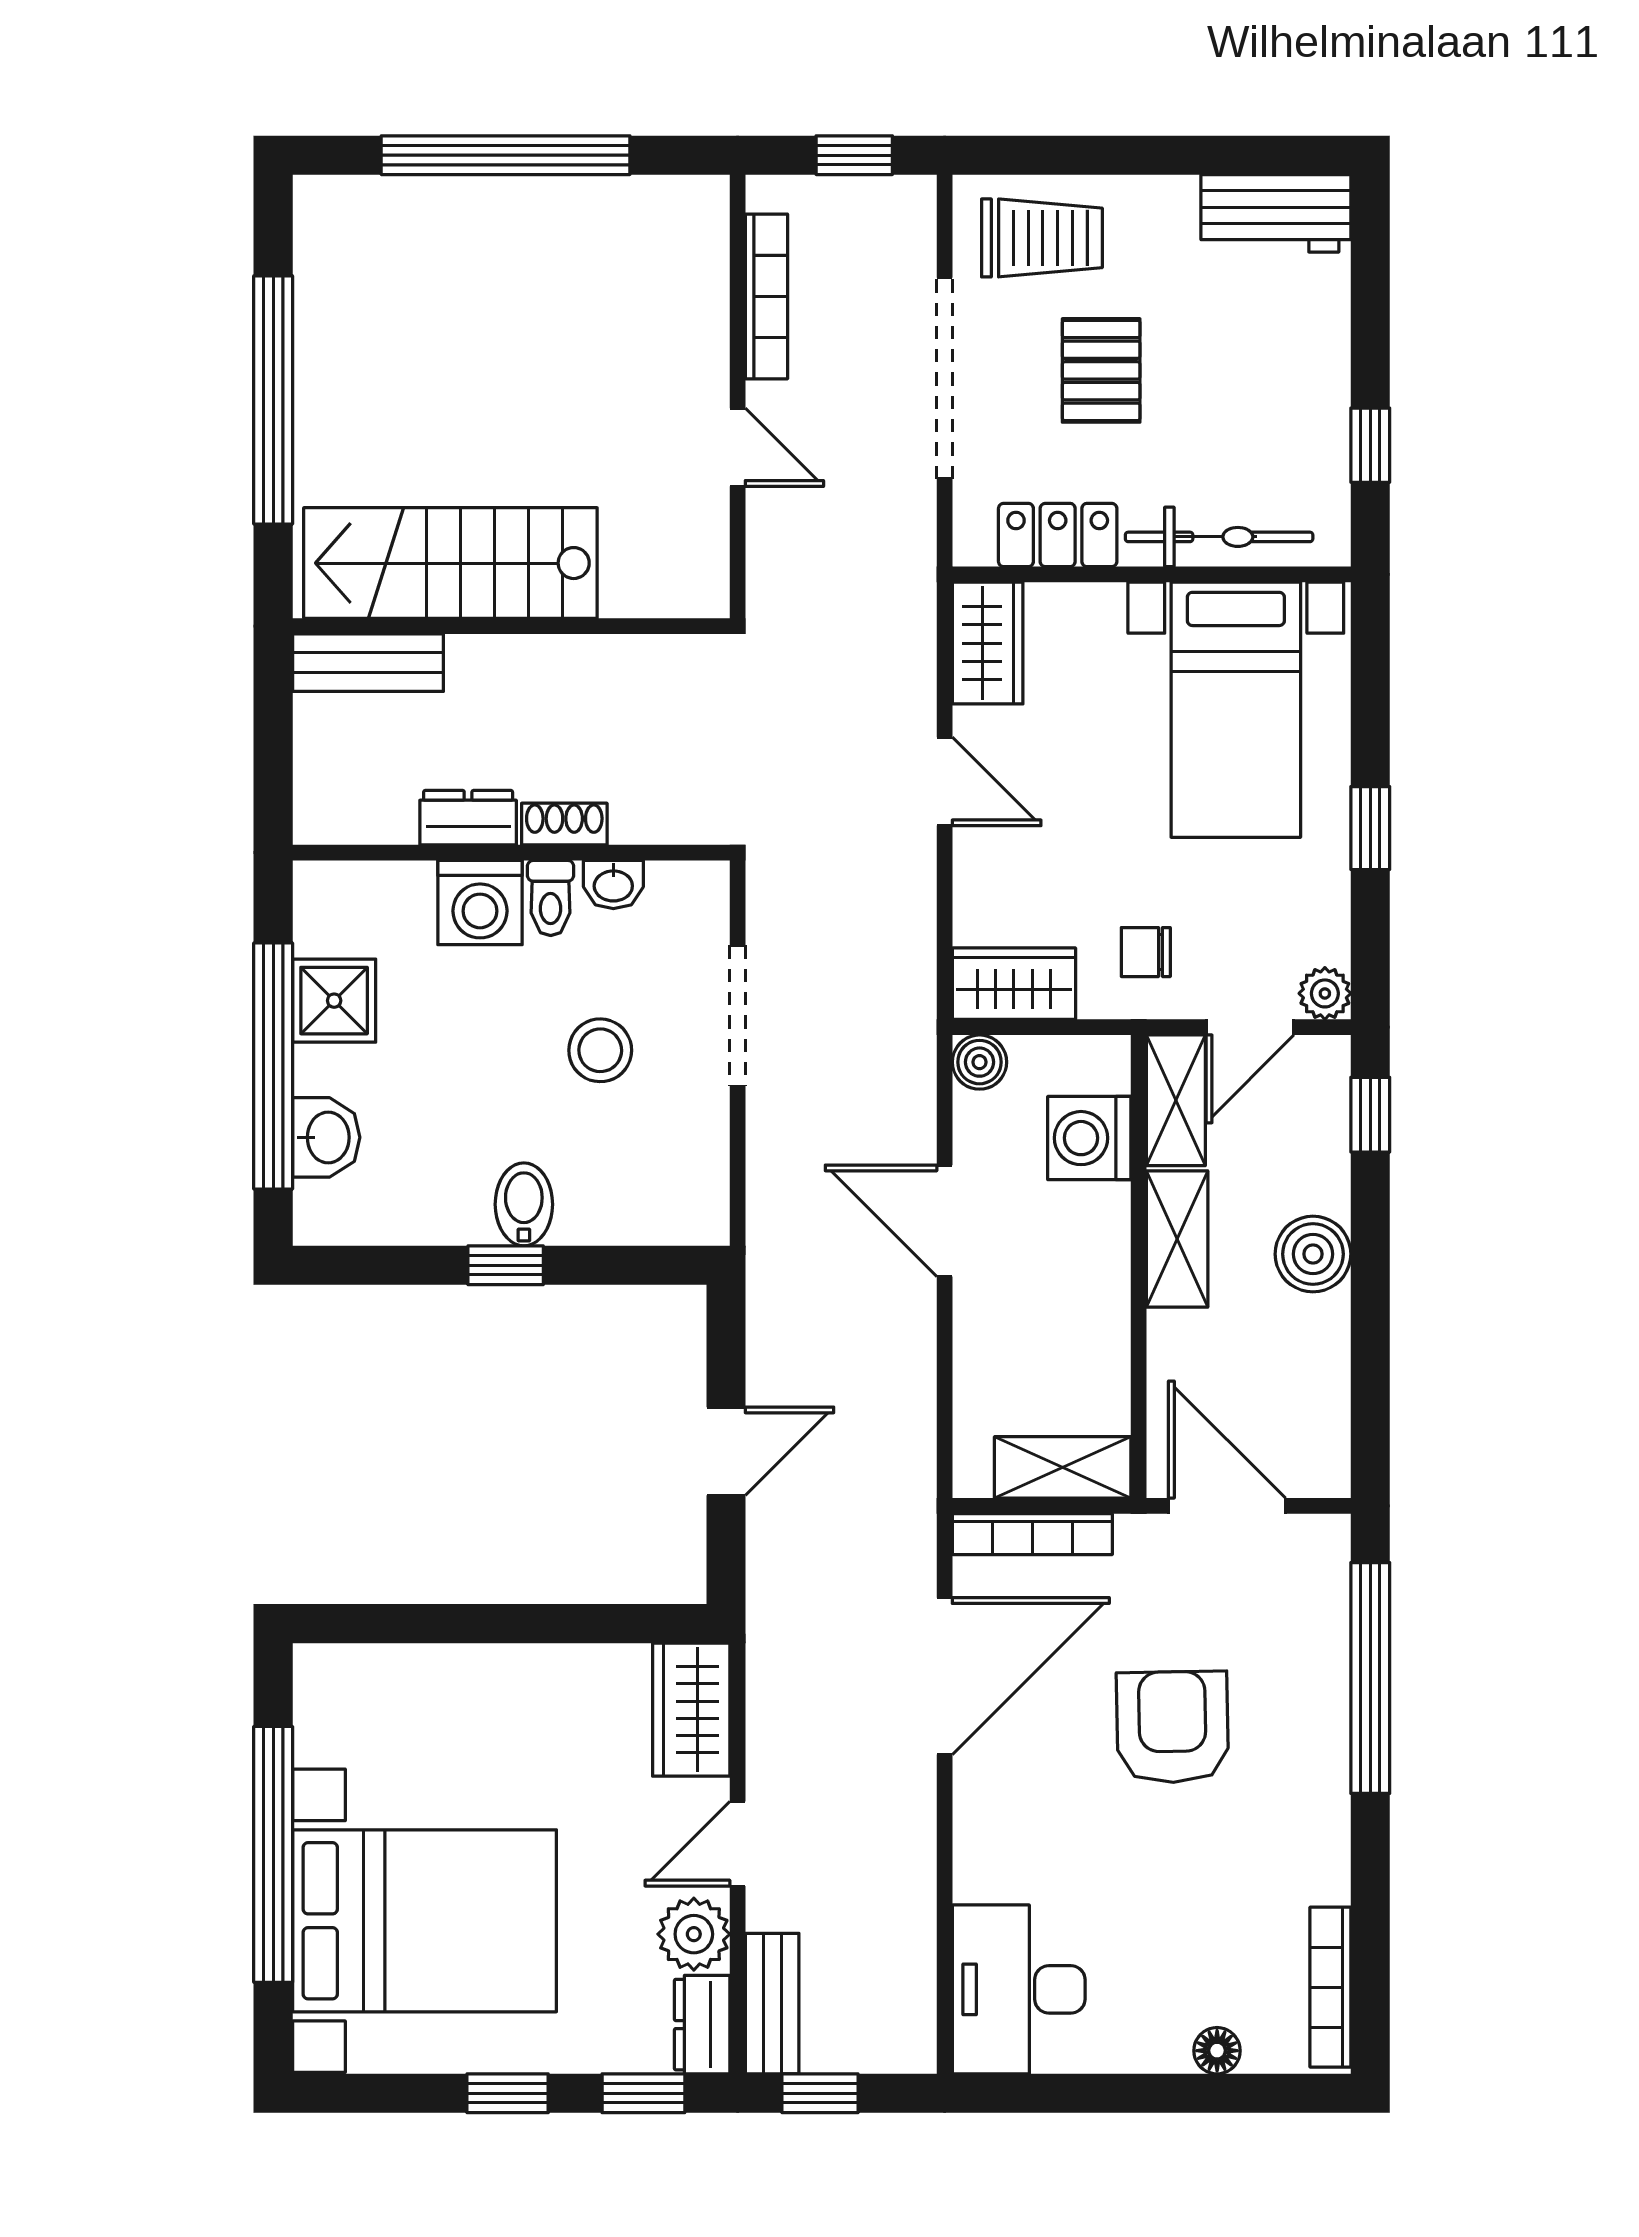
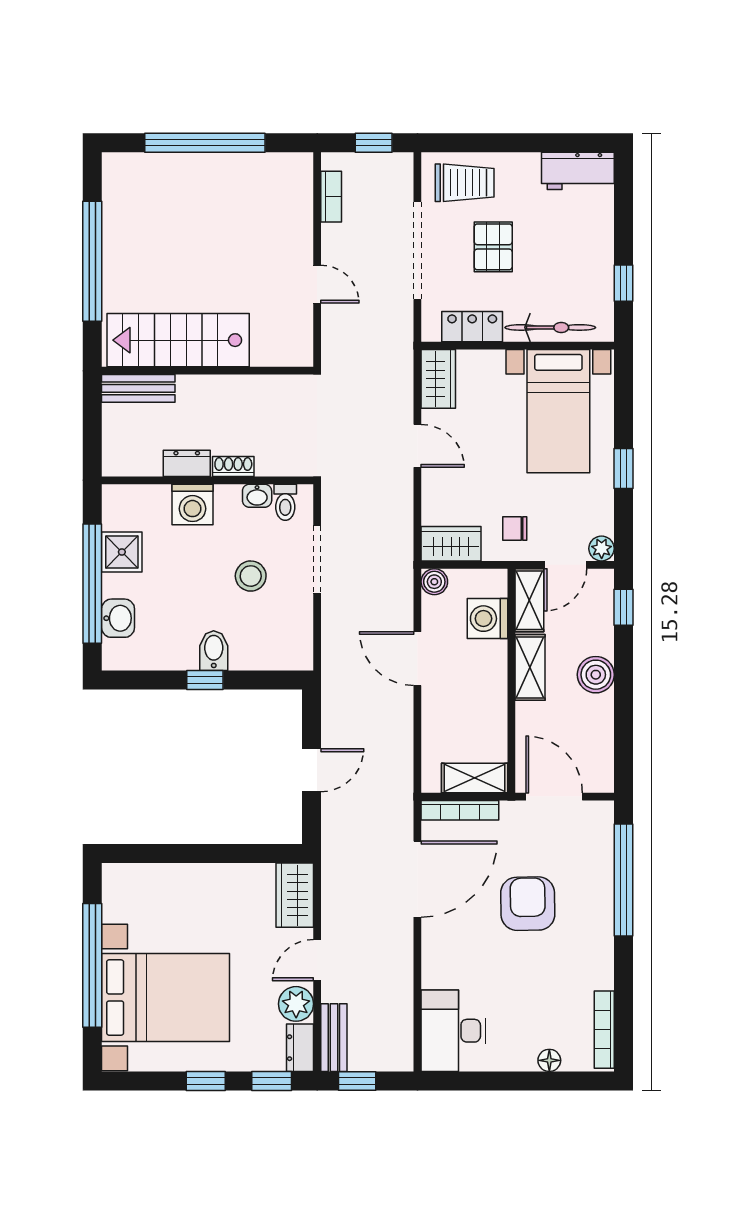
bookcase: (766, 296) -> (331, 197), width x0.64
toilet: (551, 898) -> (285, 502), moved

